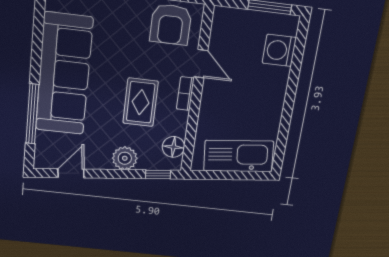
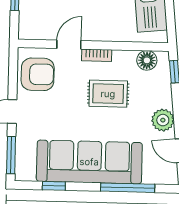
window: (38, 31) -> (54, 186), added
plant: (125, 158) -> (163, 120), moved

